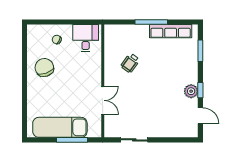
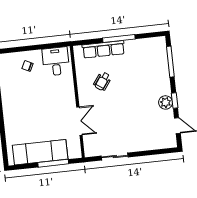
row of seats: (171, 31) -> (103, 49), moved
window: (200, 51) -> (170, 62), width x1.44
chair: (44, 68) -> (18, 95), removed

